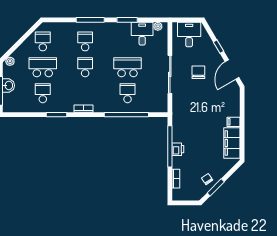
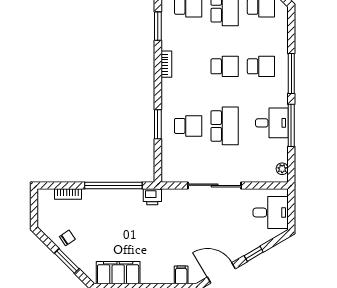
window: (127, 20) -> (291, 125), width x1.44
desk: (142, 34) -> (272, 123), moved
chair: (198, 72) -> (218, 225), removed
window: (126, 115) -> (158, 124), width x0.47
filing cabinet: (233, 122) -> (181, 275), moved
printer: (178, 149) -> (152, 197), moved
window: (216, 187) -> (67, 261), moved

